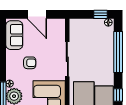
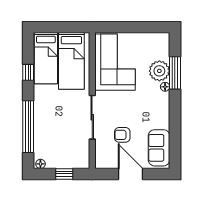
window: (100, 14) -> (64, 174), moved
armchair: (30, 63) -> (122, 135), moved

